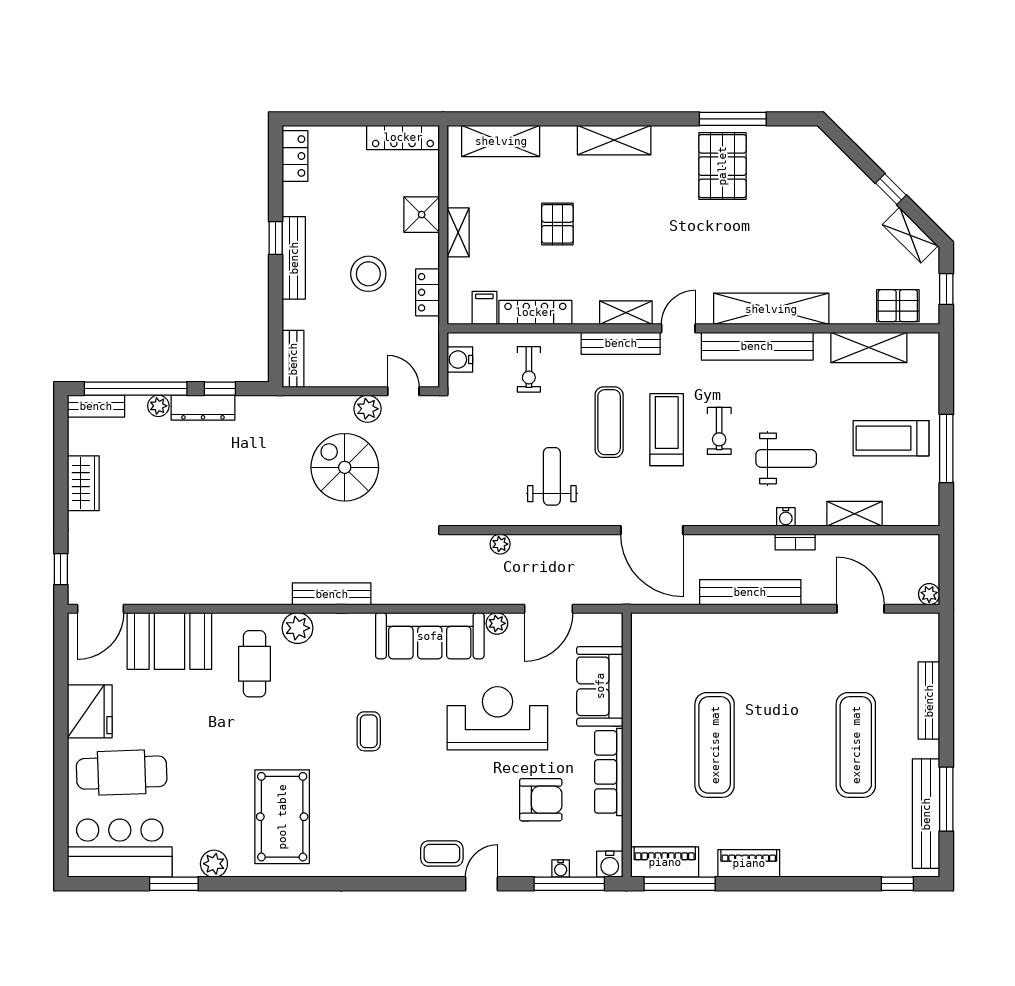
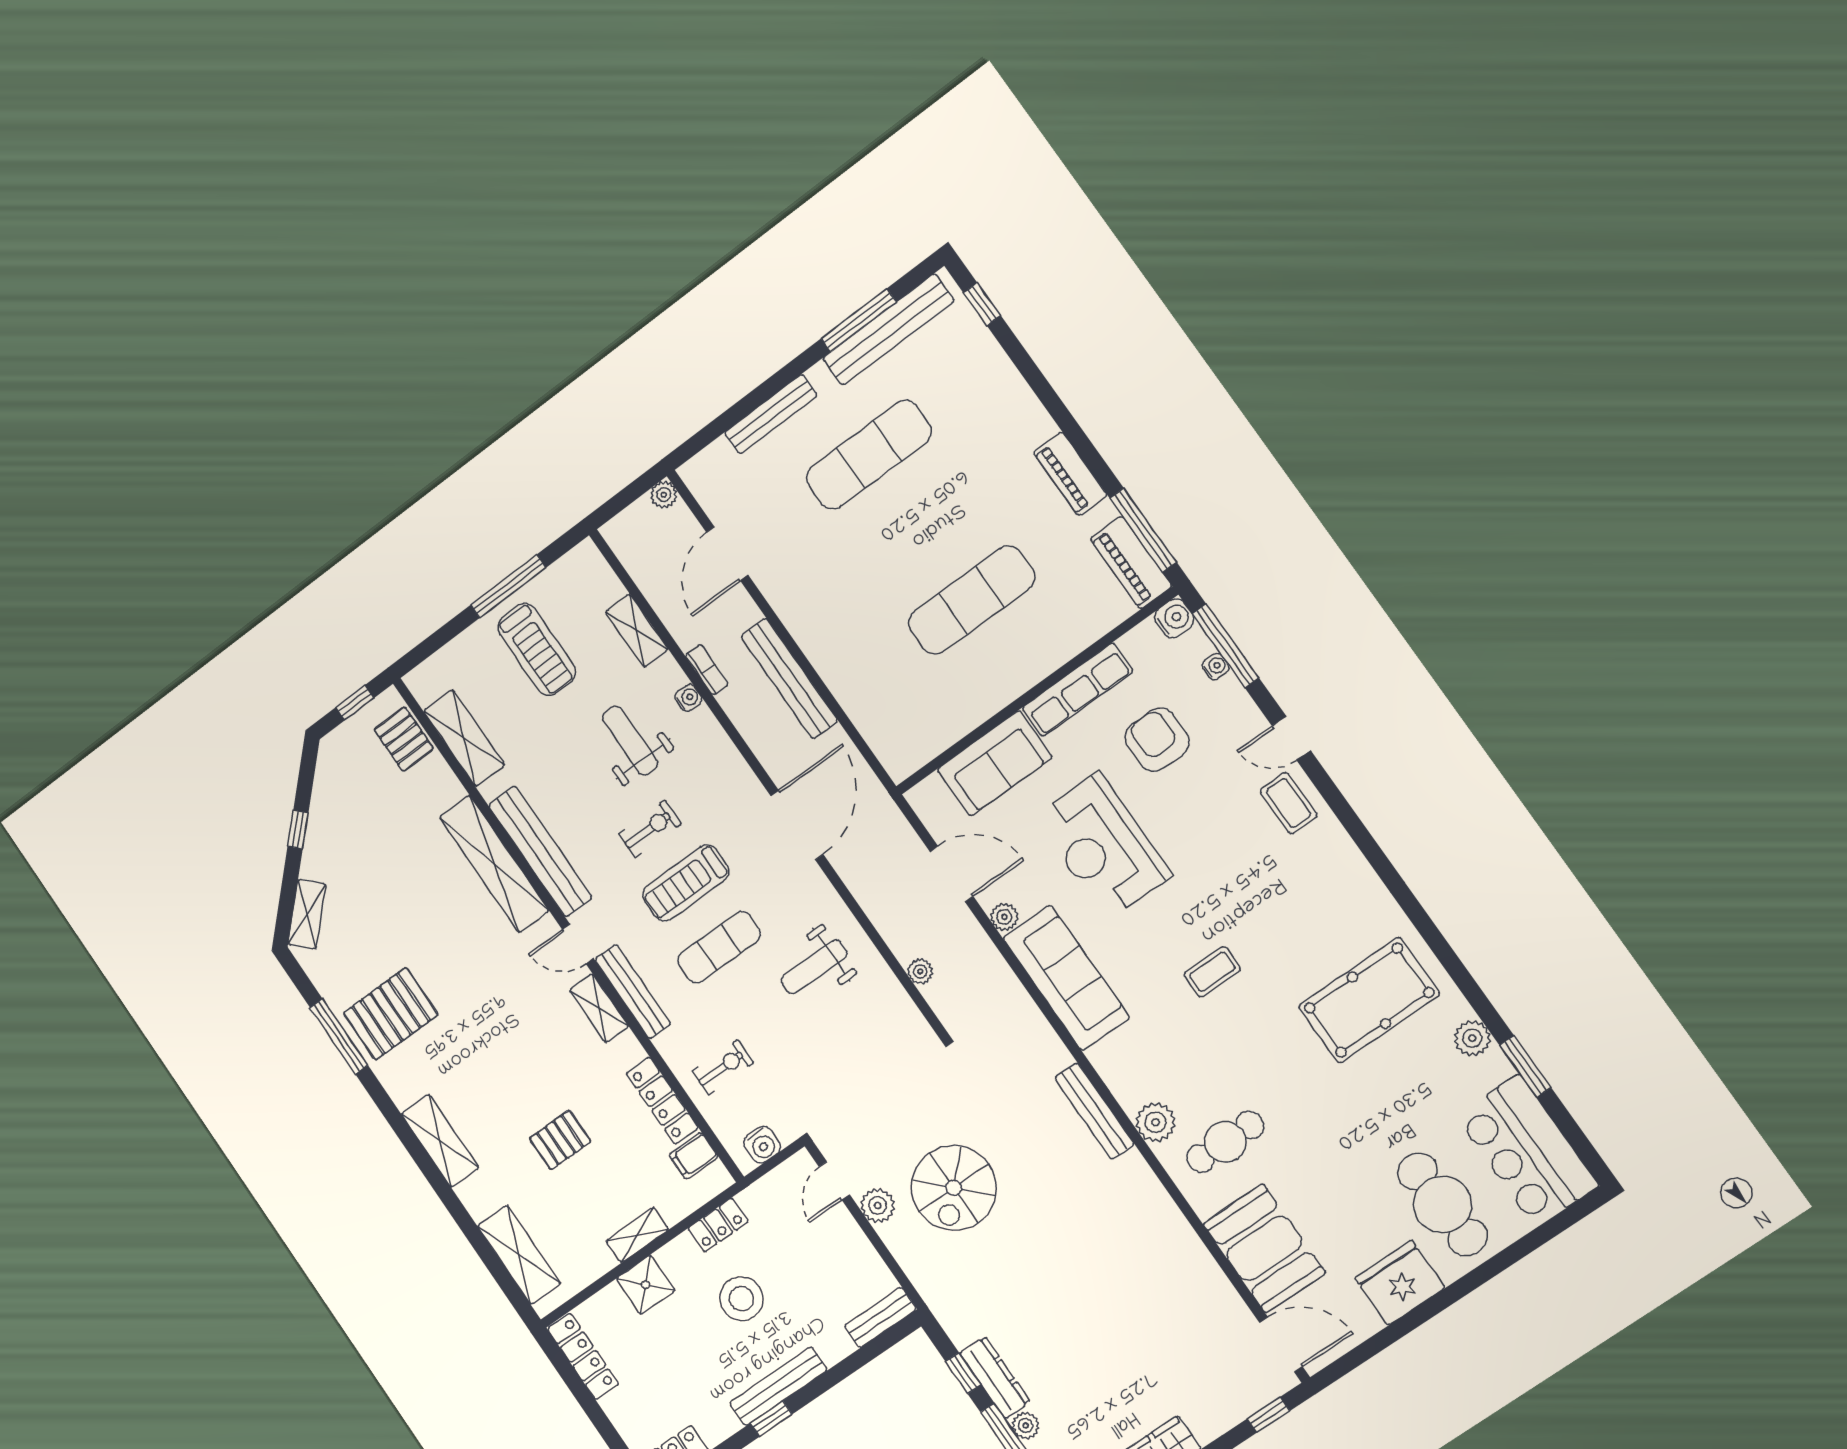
shelving: (910, 235) -> (307, 914), moved

